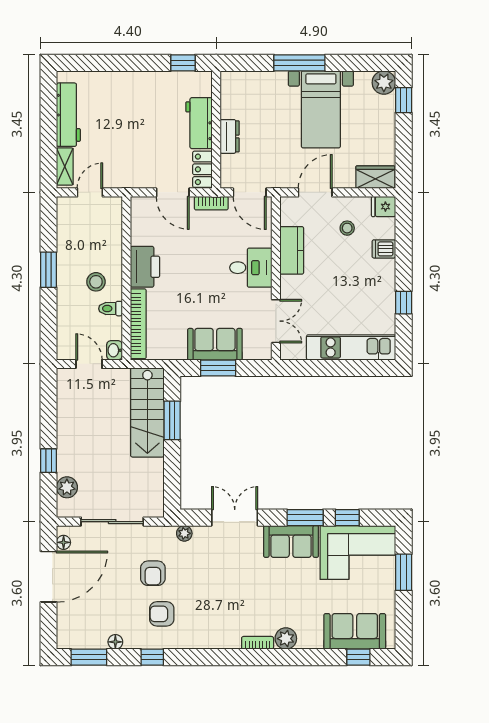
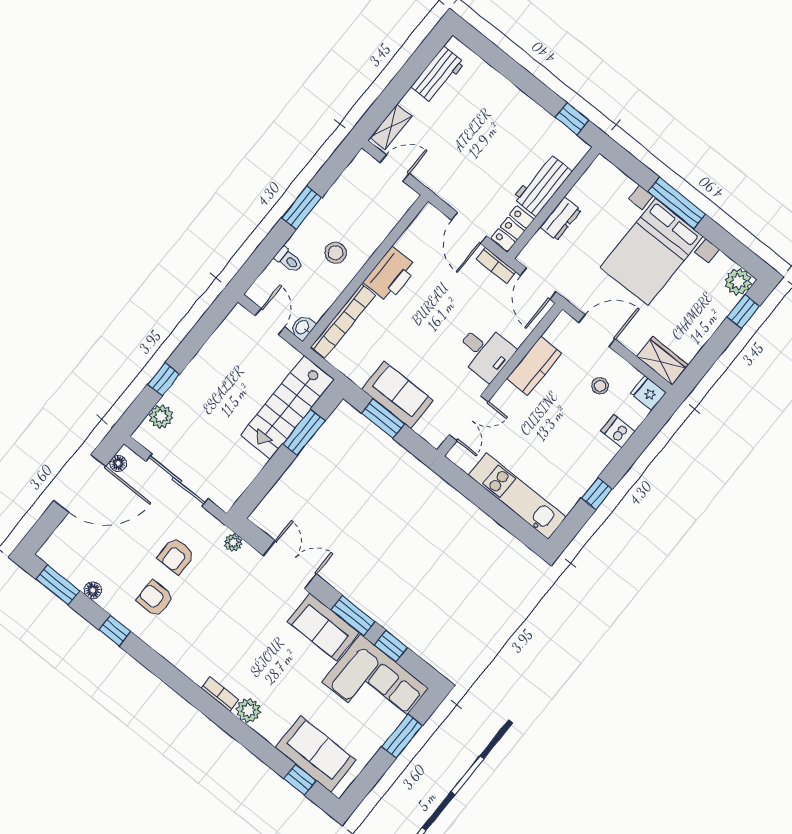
bed with nightstands: (321, 109) -> (652, 252), width x1.36
workbench: (68, 115) -> (438, 75), width x0.73
toilet: (111, 309) -> (289, 260), moved, turned 180

